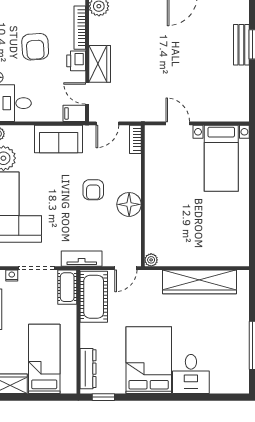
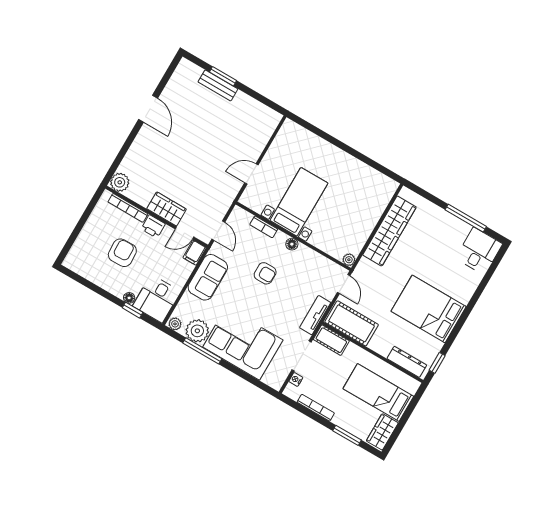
armchair: (35, 47) -> (122, 253), turned -88
bookcase: (135, 139) -> (264, 227), moved
bed with nightstands: (221, 158) -> (299, 202), moved, turned -90
floor lamp: (129, 204) -> (292, 244), width x0.53, depth x0.53
desk: (191, 374) -> (479, 251), moved, turned -90

